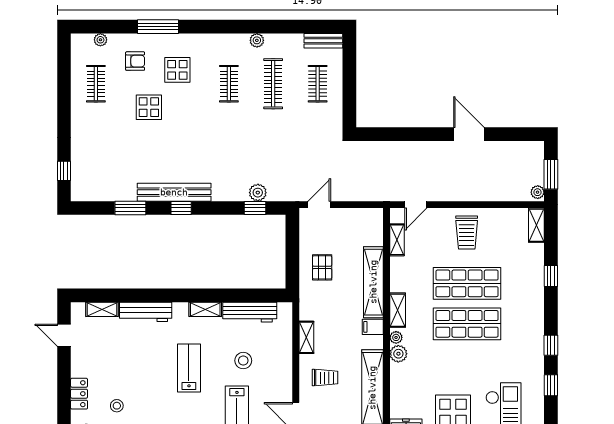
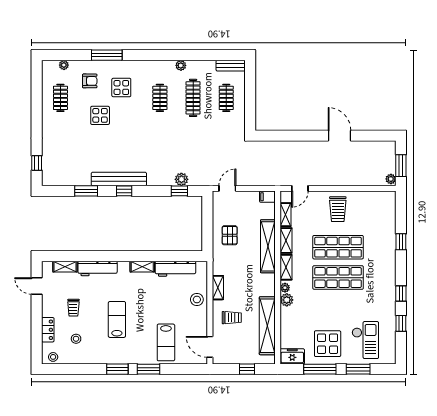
shelving: (536, 225) -> (286, 240), moved
filing cabinet: (373, 327) -> (267, 197), moved
stool: (243, 361) -> (197, 300), moved
trolley: (113, 364) -> (73, 308), added
lab bench: (189, 368) -> (117, 319), moved

